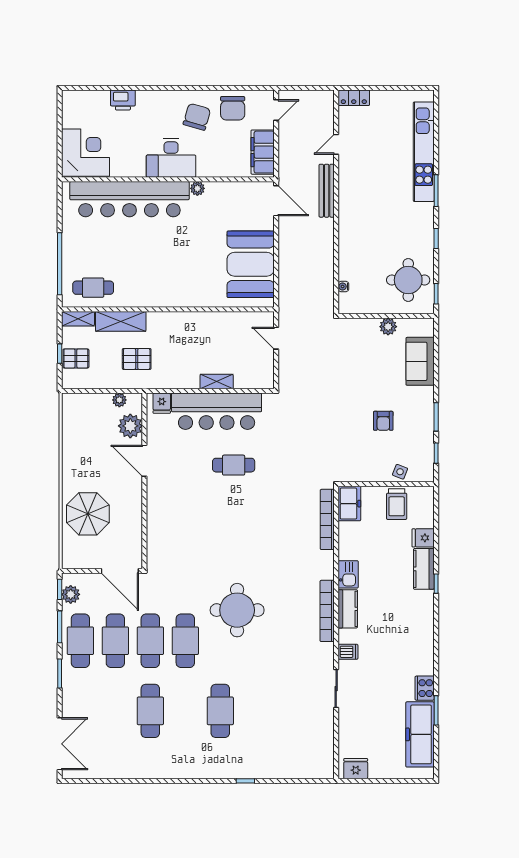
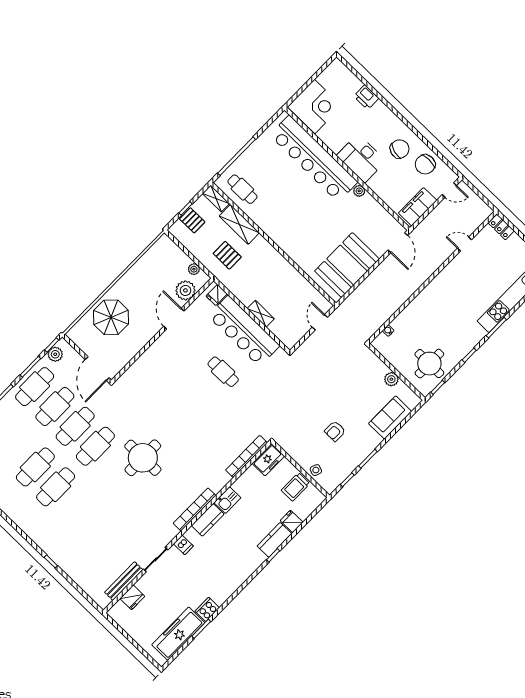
bench: (327, 191) -> (124, 581), moved
cafe table: (220, 711) -> (56, 487), moved
fridge: (356, 769) -> (132, 597), moved, turned 90

